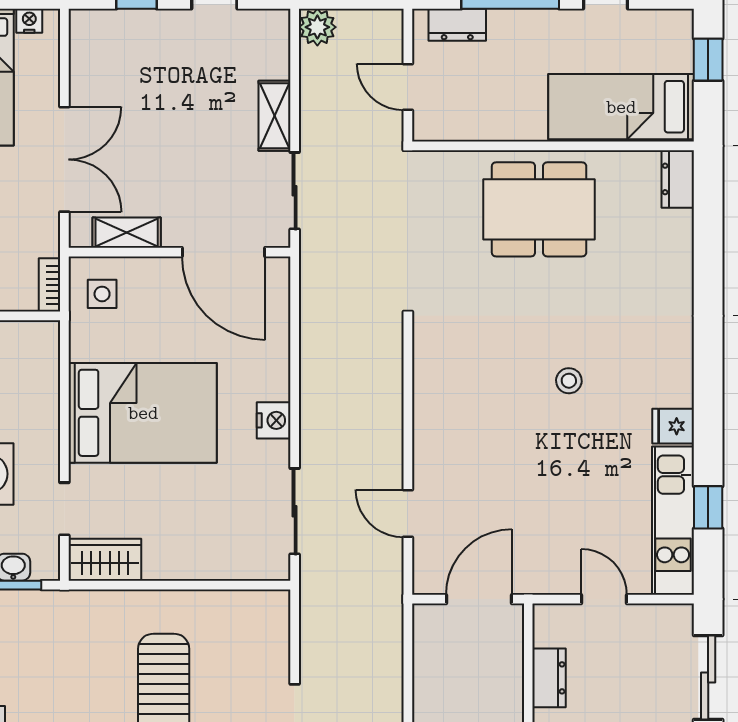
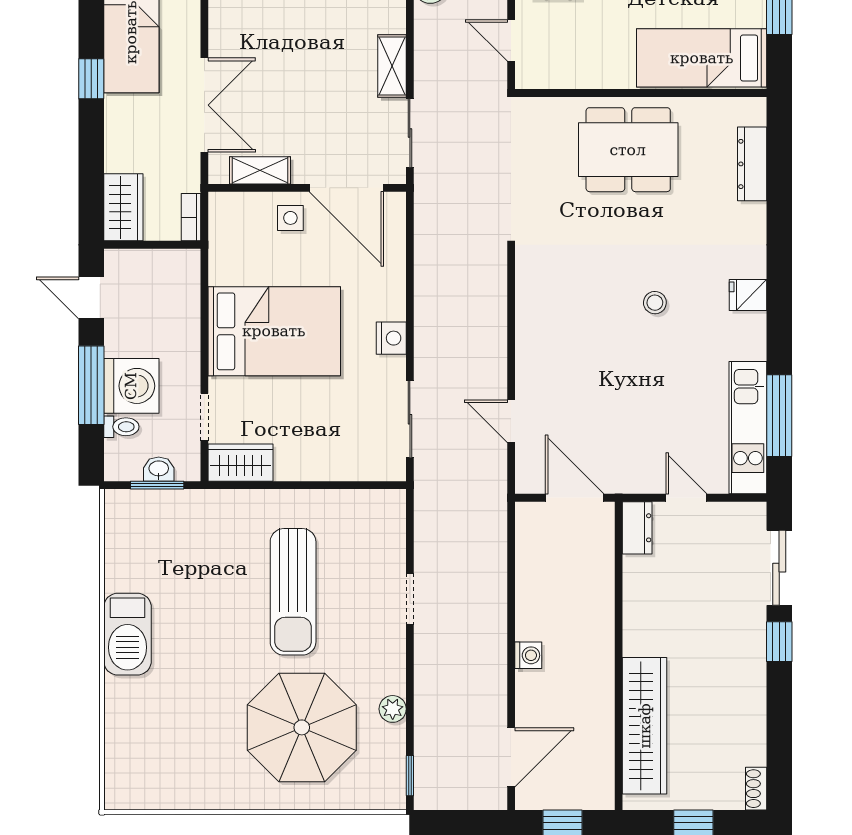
dresser: (678, 179) -> (752, 164), moved, width x1.44
side table: (102, 294) -> (290, 218), moved
fridge: (673, 426) -> (748, 295), moved
window: (708, 507) -> (779, 416), width x2.17
door: (479, 599) -> (575, 498), hinge flipped
dresser: (549, 678) -> (637, 528), moved

